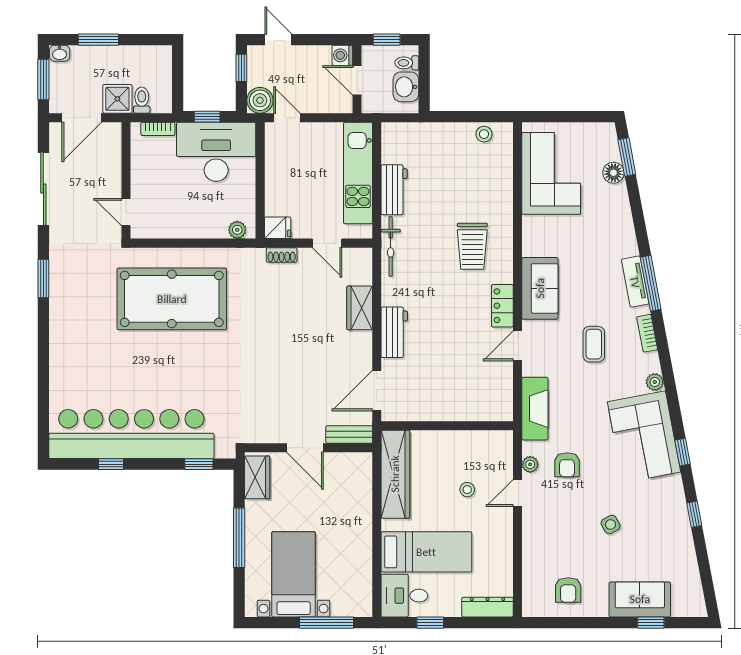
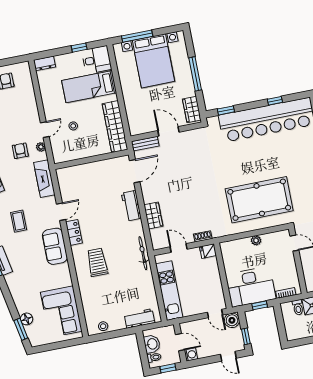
workbench: (394, 190) -> (139, 318), moved, turned 90
plant: (237, 230) -> (256, 240), moved
bed with nightstands: (294, 574) -> (153, 61), width x1.36
dresser: (488, 607) -> (45, 63), width x0.70

